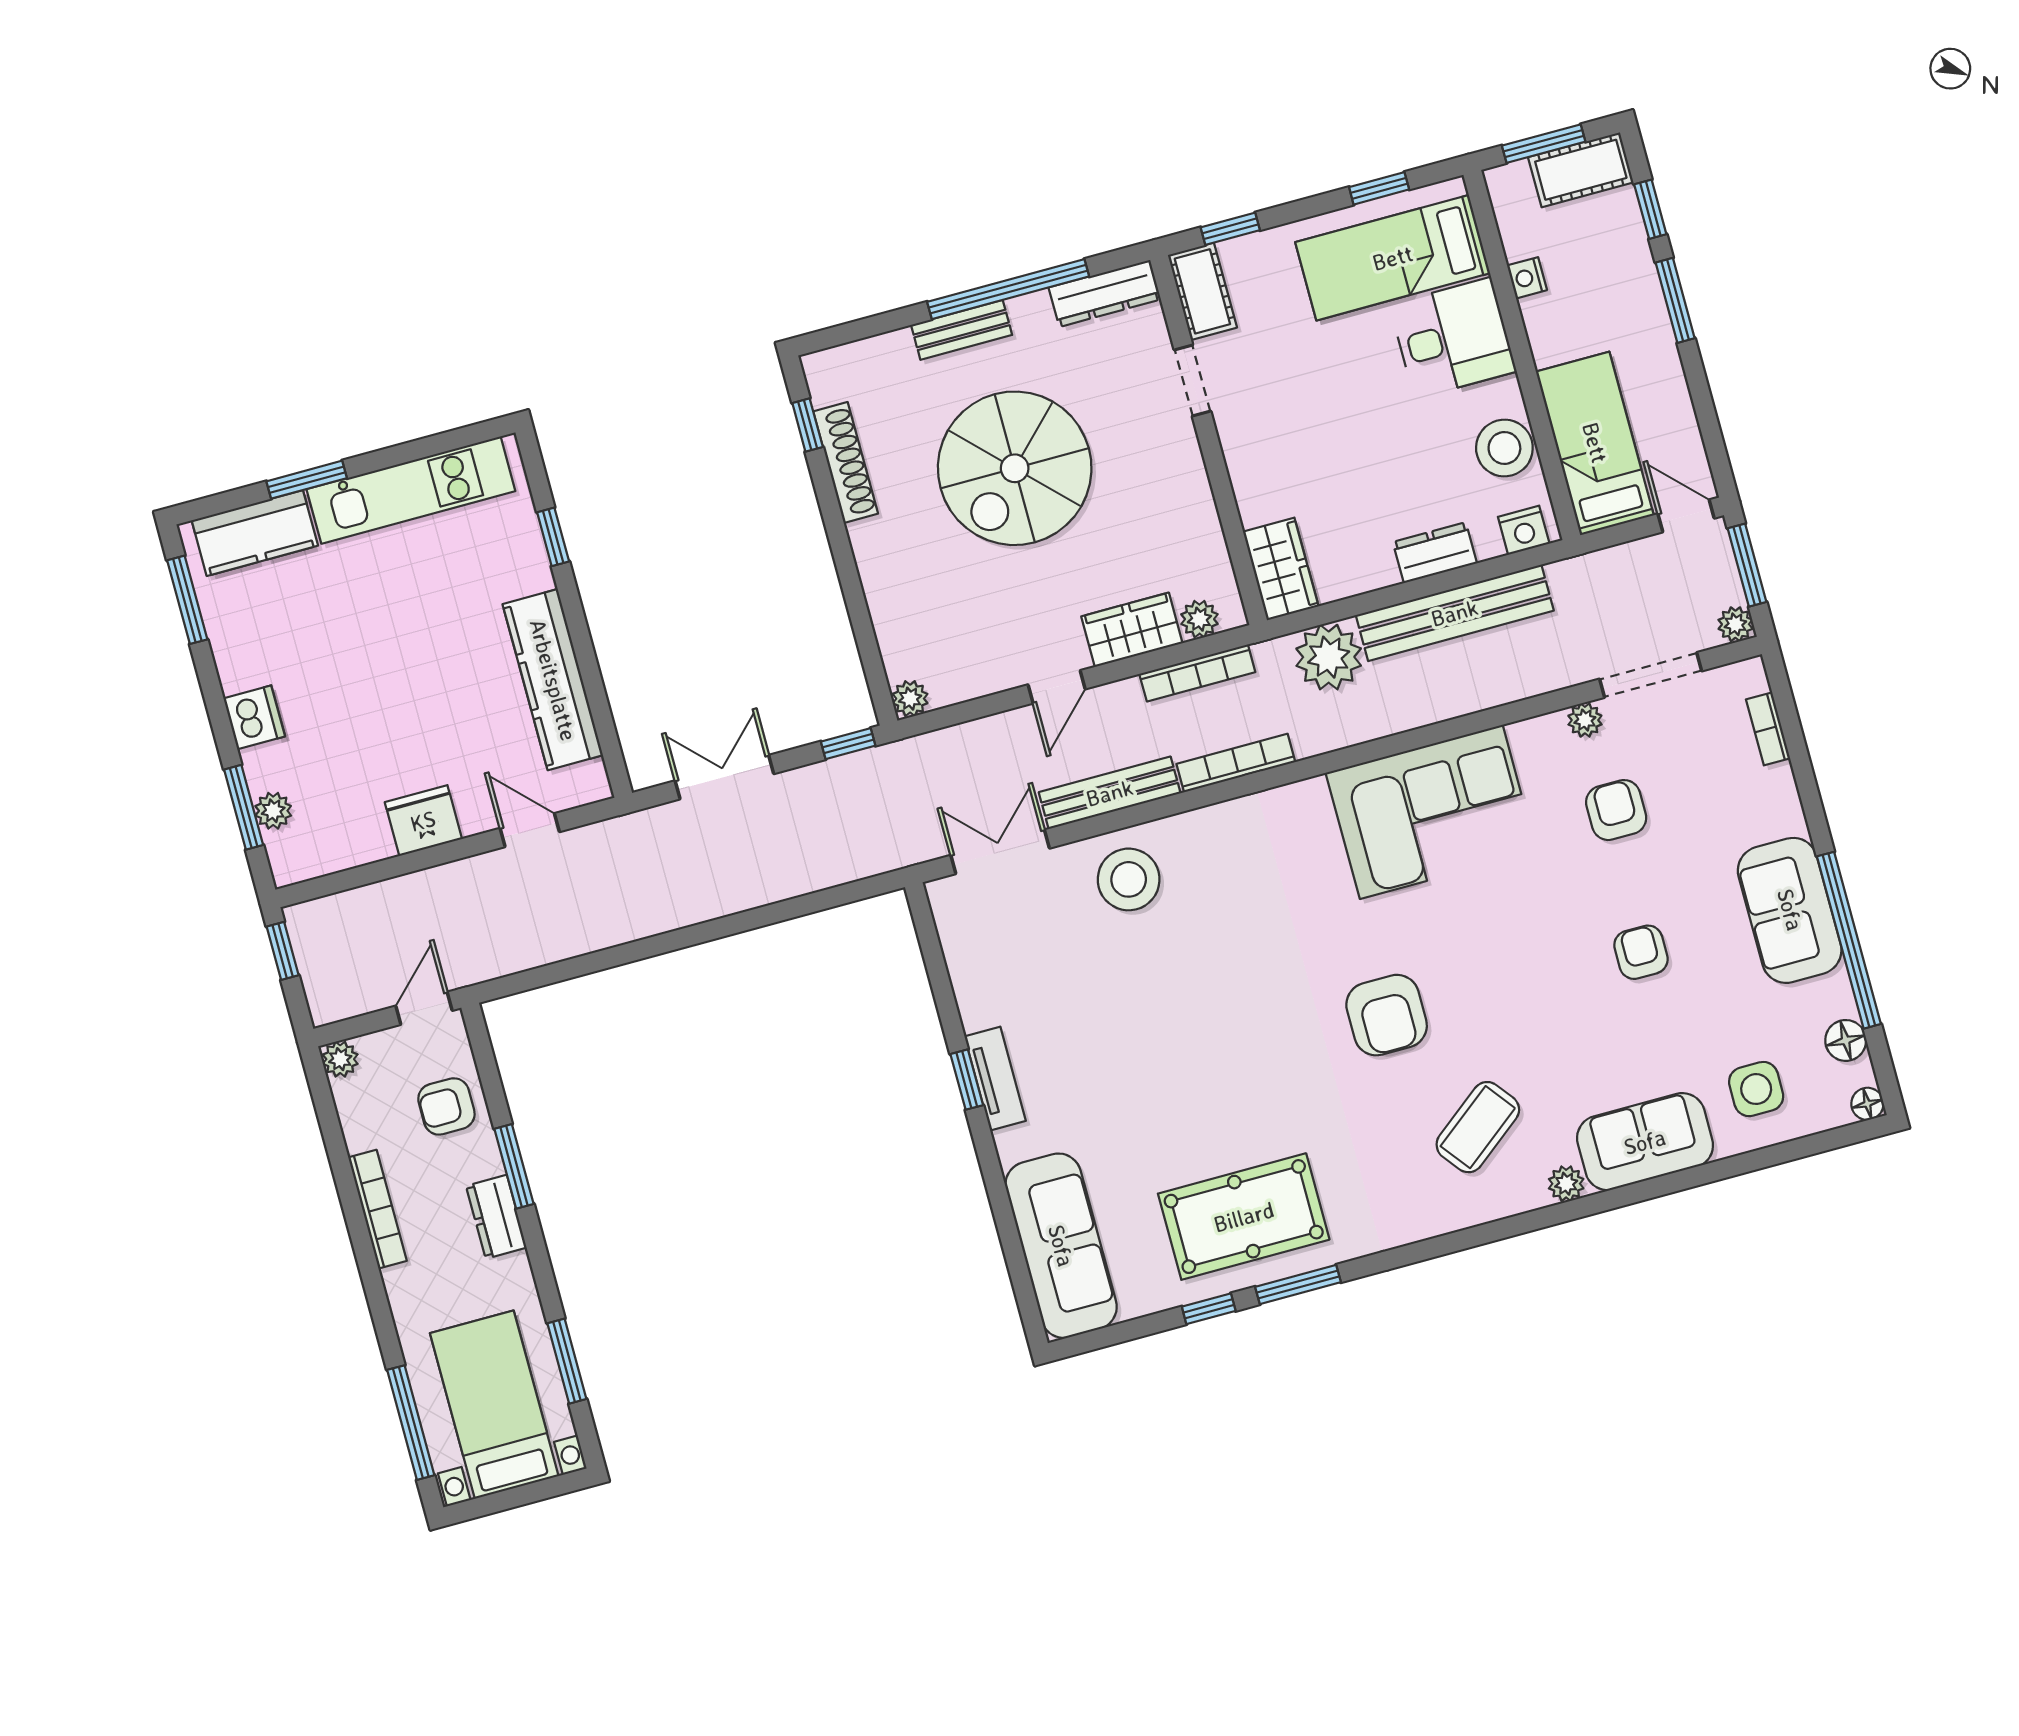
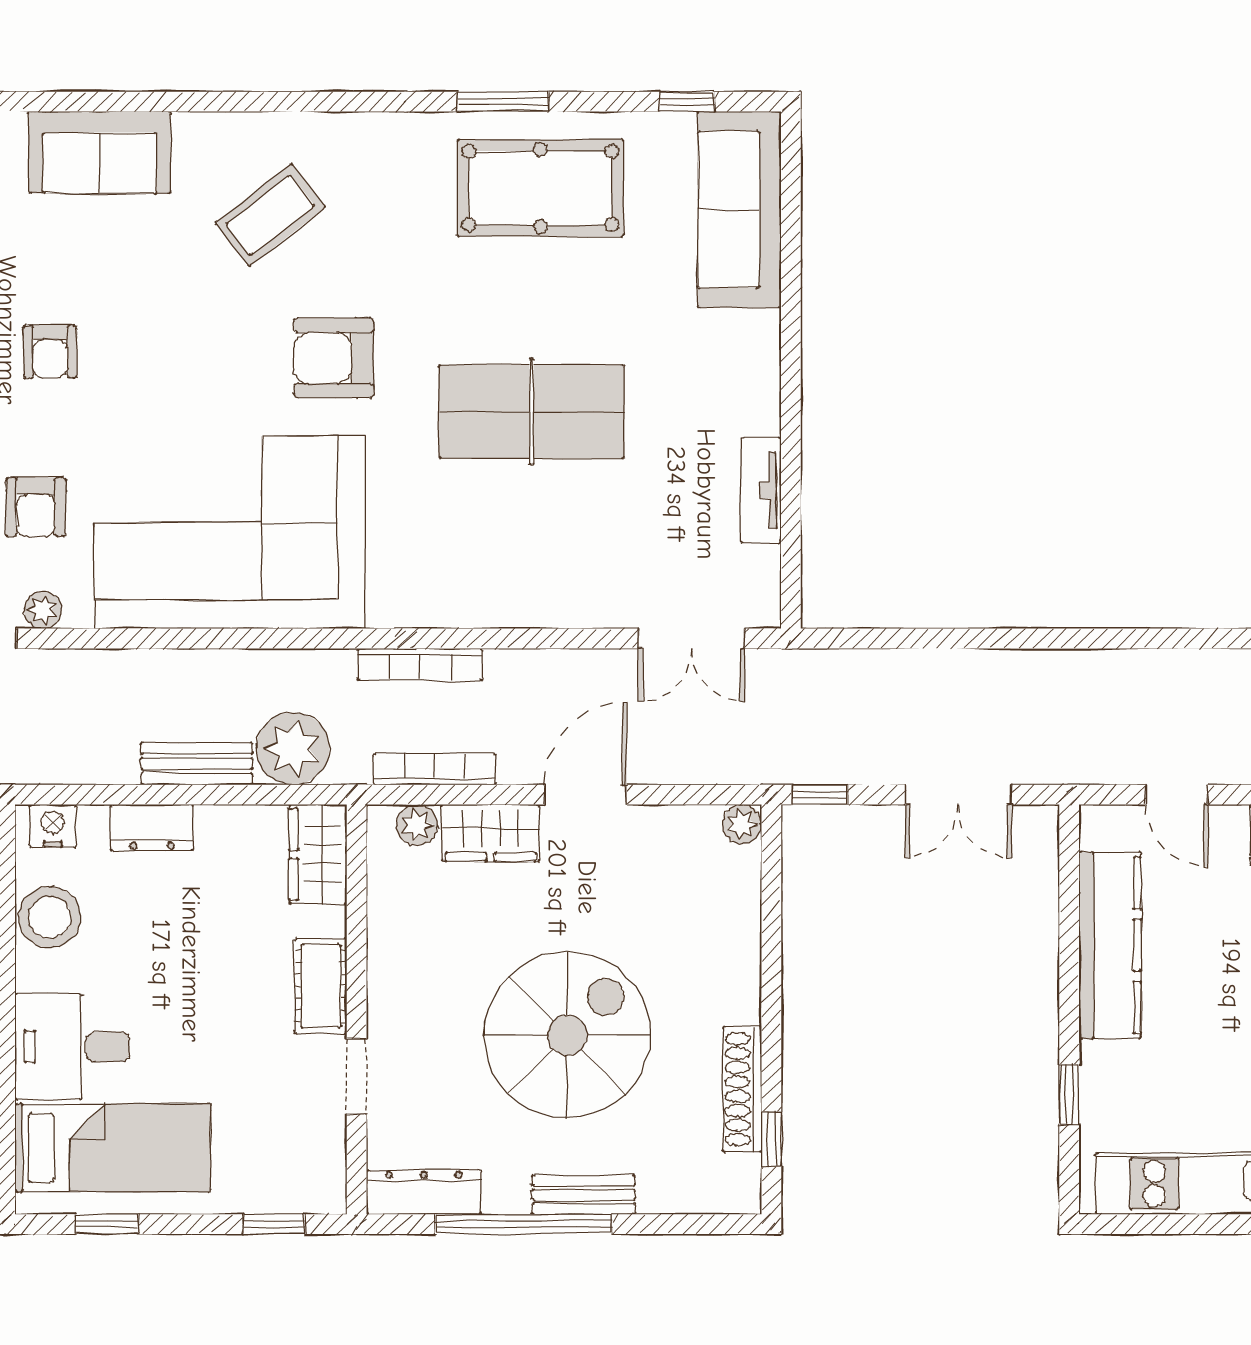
cot: (1202, 291) -> (321, 986), moved
bench: (1455, 613) -> (197, 764), width x0.54, depth x0.82
door: (1057, 687) -> (585, 795), width x1.38
bench: (1110, 793) -> (560, 669), removed
corner sofa: (1431, 812) -> (230, 532), width x1.36, depth x1.36
stool: (1129, 879) -> (565, 573), removed
table tennis table: (1197, 1015) -> (531, 412), added
armchair: (1387, 1015) -> (334, 358), turned -90
tv unit: (995, 1079) -> (761, 490), moved
window: (967, 1080) -> (791, 410), removed
plant: (1566, 1184) -> (194, 131), removed
window: (1209, 1309) -> (687, 102), moved

